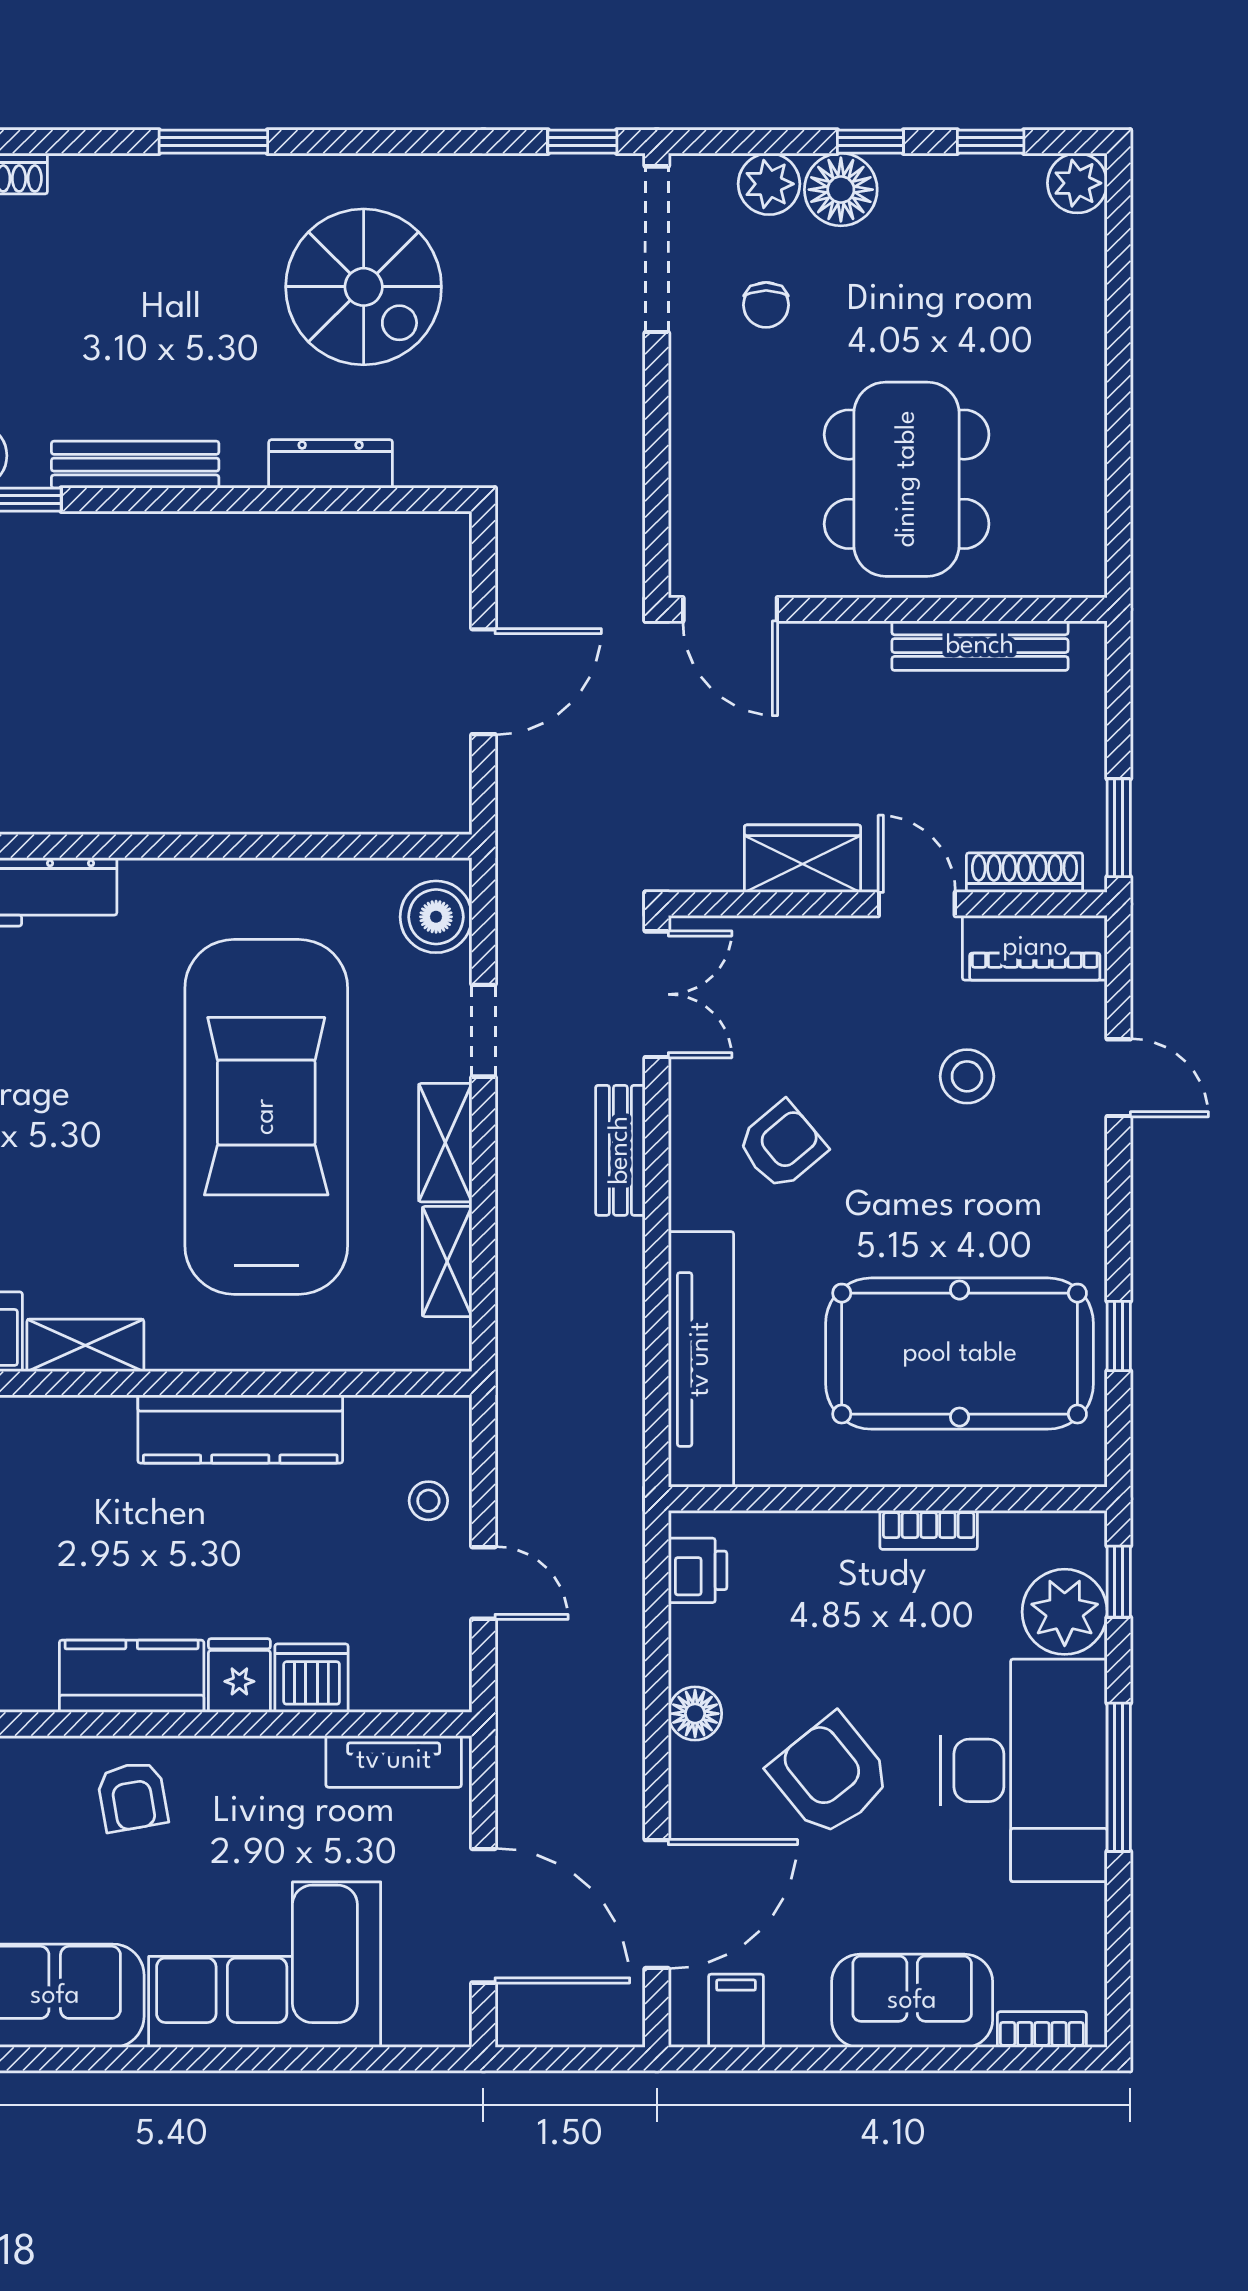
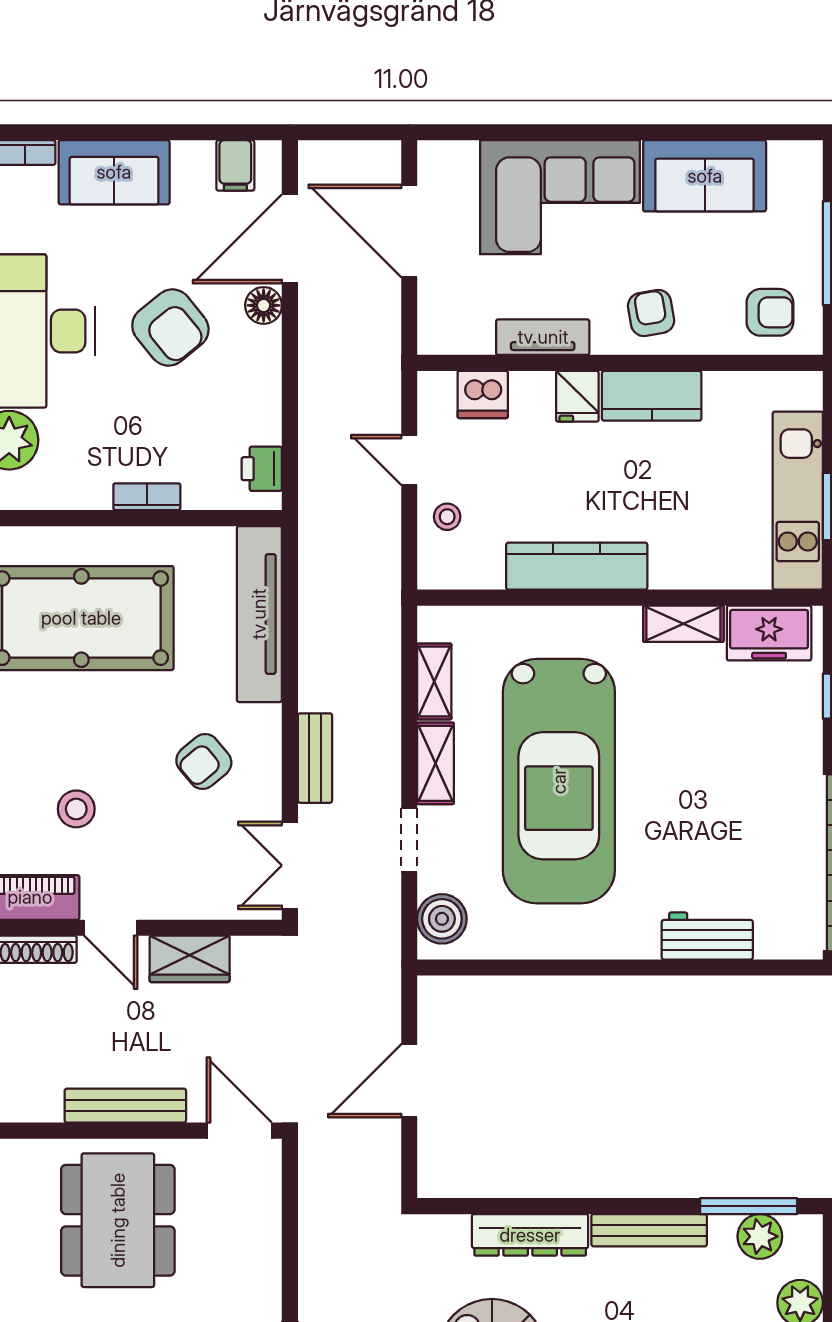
dresser: (331, 464) -> (530, 1235), width x1.37, depth x1.24
bench: (980, 646) -> (125, 1106), moved
bookcase: (929, 1530) -> (147, 497), moved
dishwasher: (312, 1678) -> (483, 395), moved
floor lamp: (695, 1714) -> (264, 305), moved
tv unit: (394, 1761) -> (543, 337), moved

